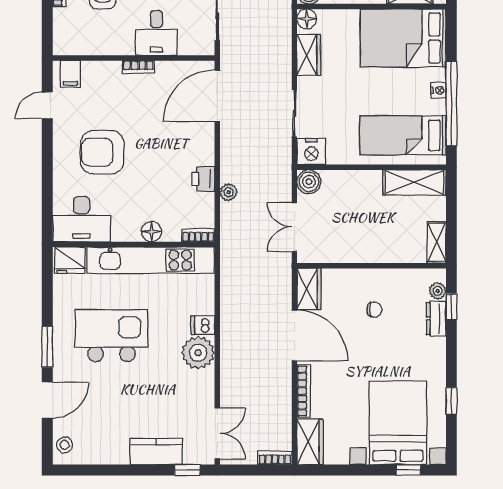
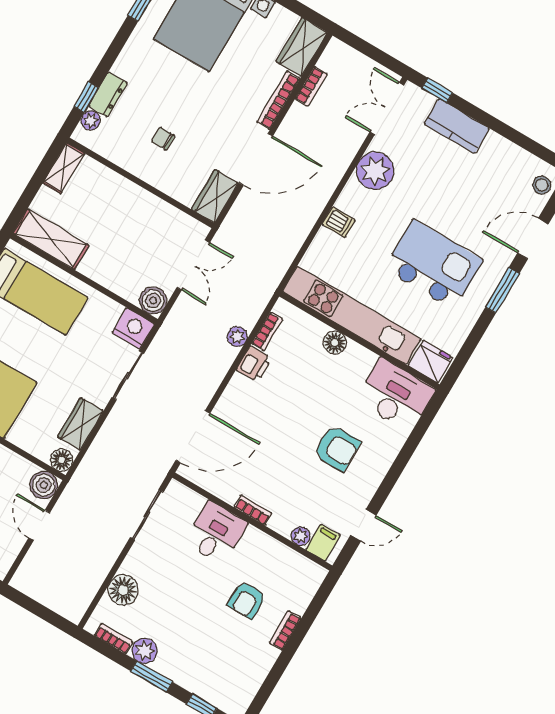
plant: (90, 69) -> (301, 536), added
armchair: (102, 152) -> (337, 448), width x0.73, depth x0.73
bookcase: (198, 235) -> (267, 332), moved, turned -90
kitchen island: (111, 336) -> (434, 264), turned 180
door: (294, 336) -> (256, 159), swing flipped
plant: (198, 353) -> (375, 171), moved
bookcase: (275, 458) -> (311, 86), moved, turned -90

